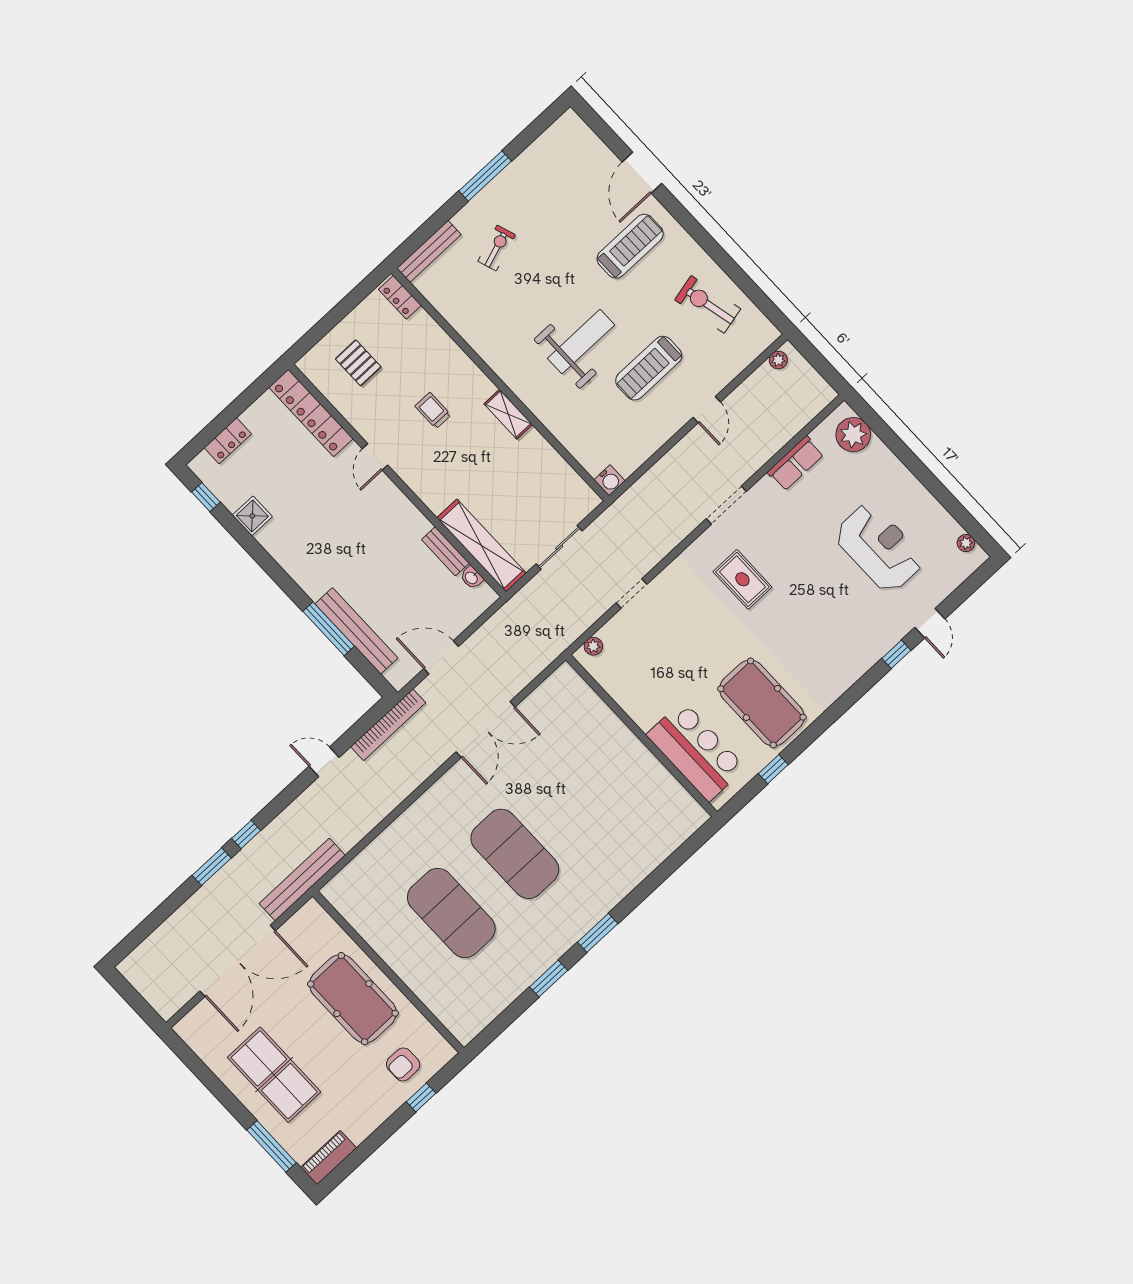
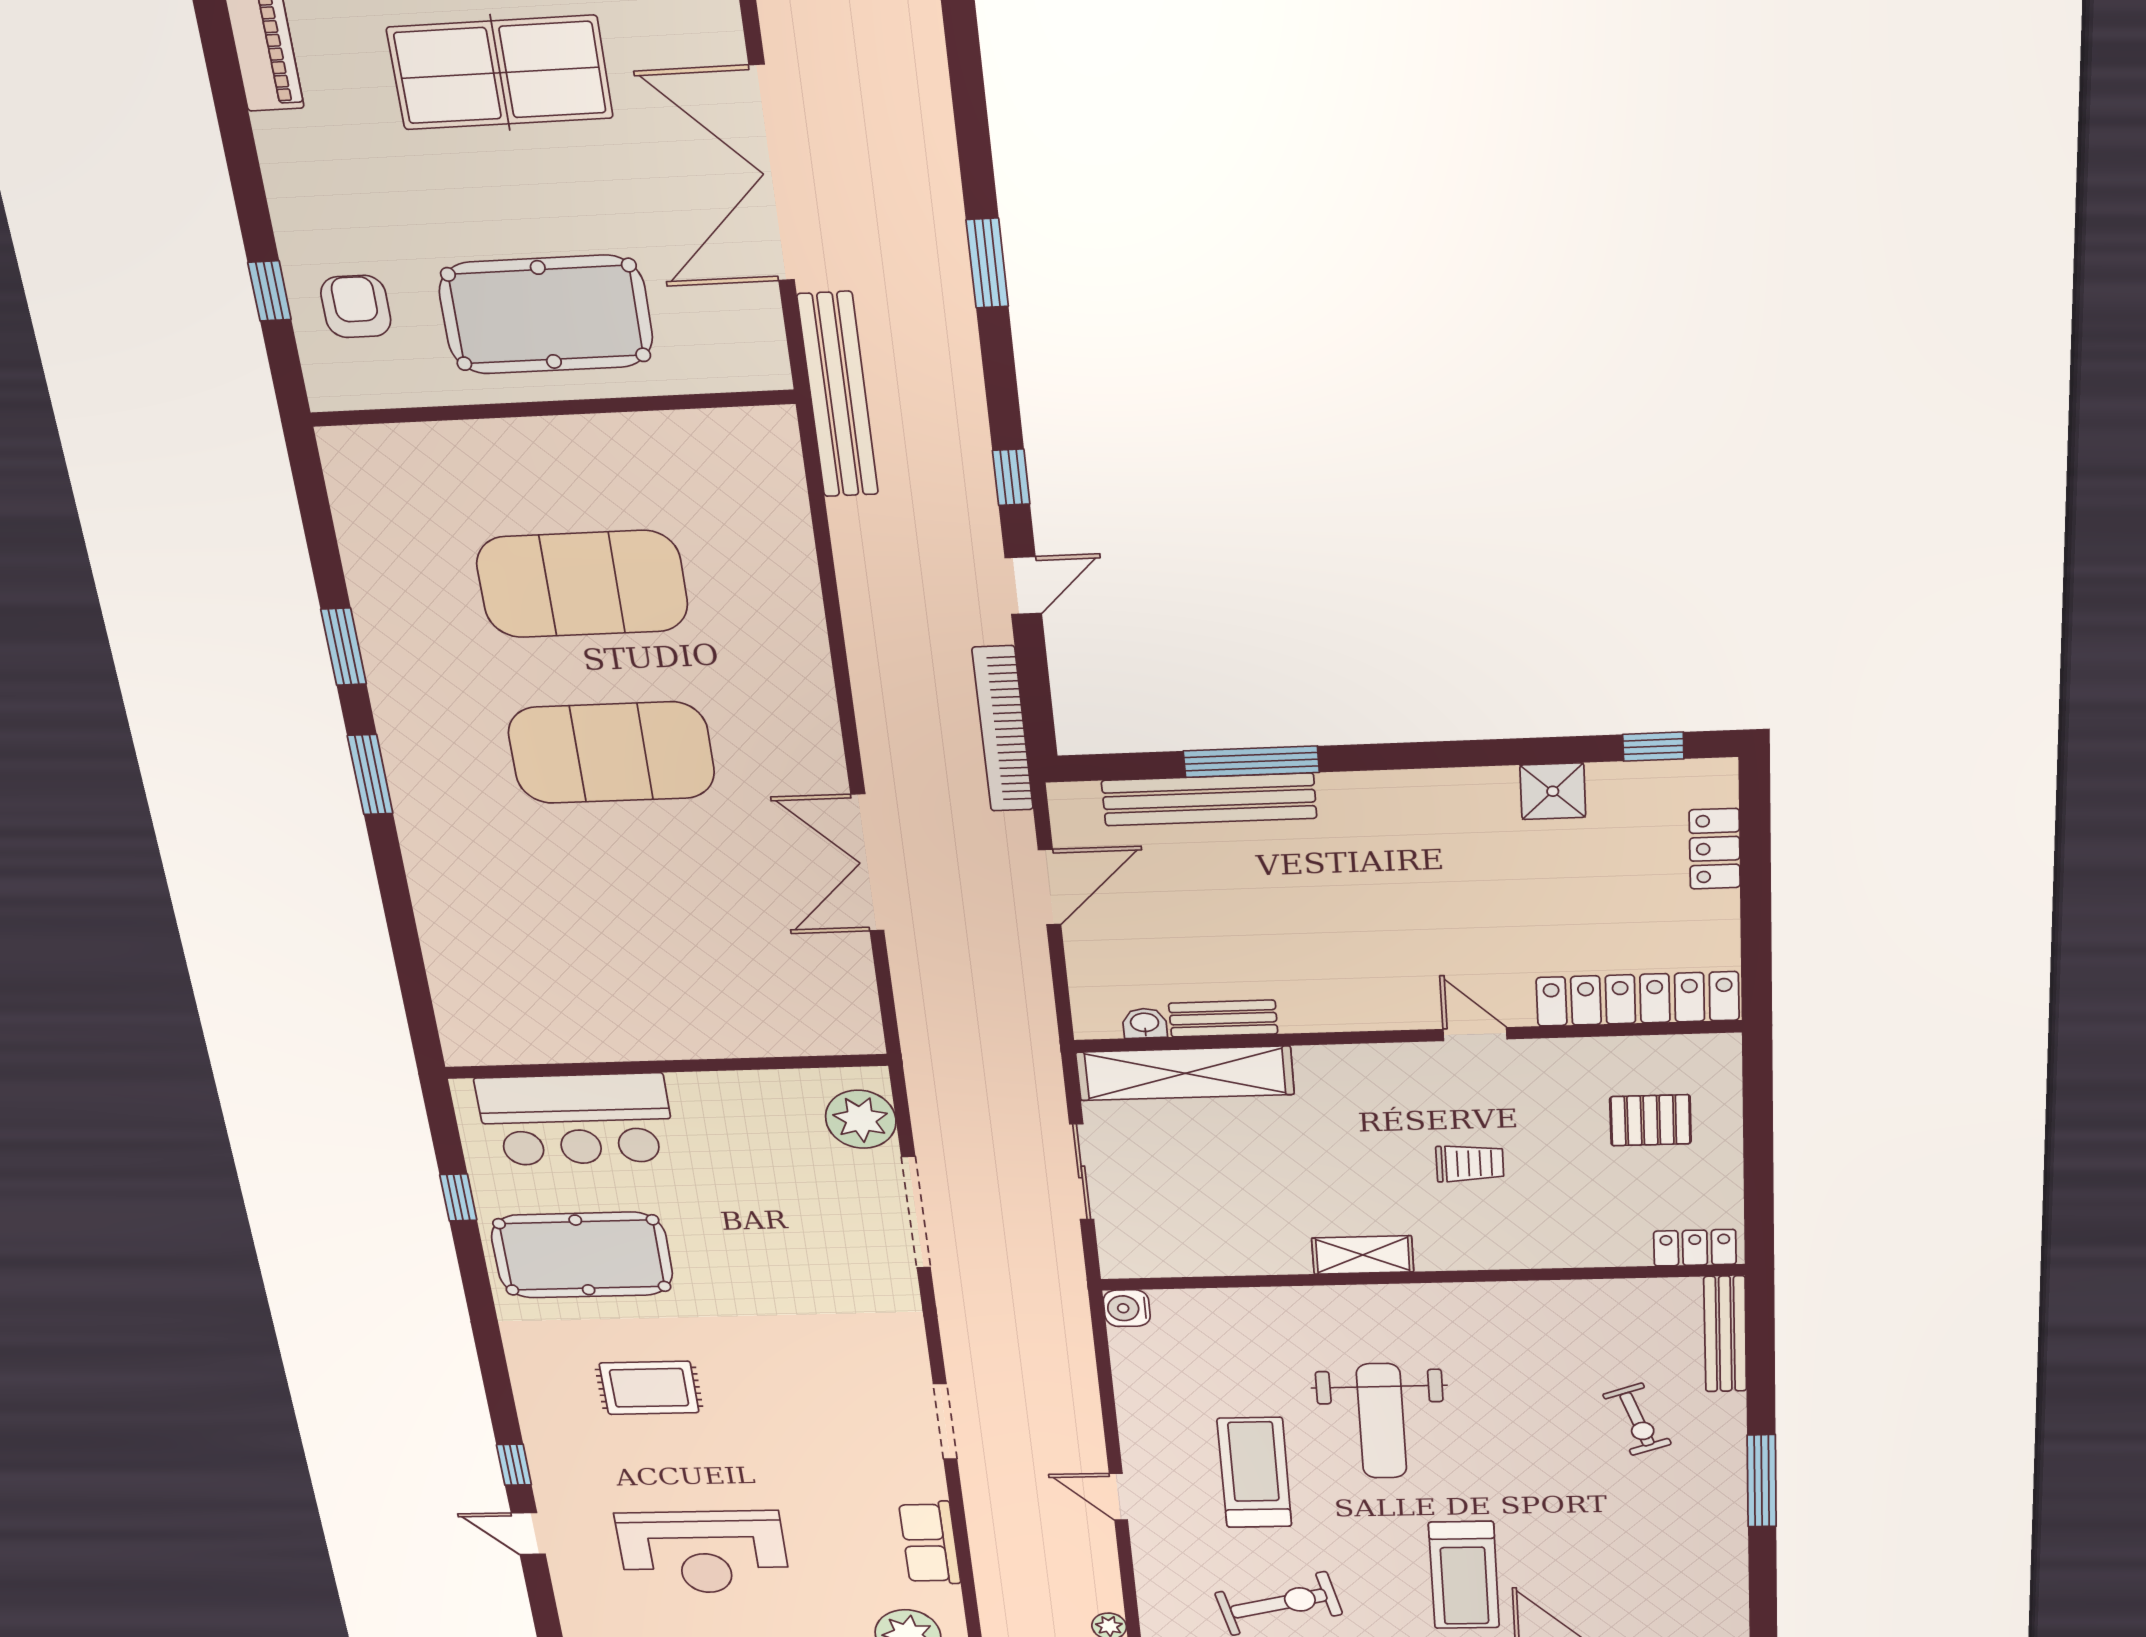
rug: (742, 579) -> (649, 1388), moved
doorway: (632, 594) -> (916, 1212), width x1.88
plant: (593, 646) -> (861, 1119), width x1.88, depth x1.88
window: (246, 834) -> (1011, 477), moved

